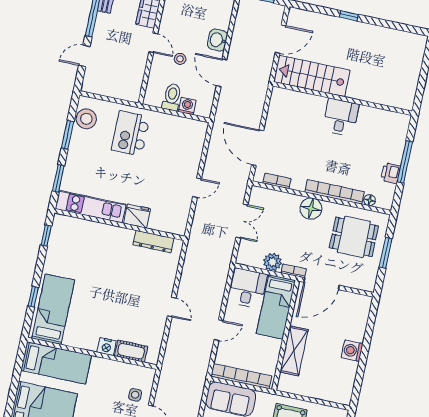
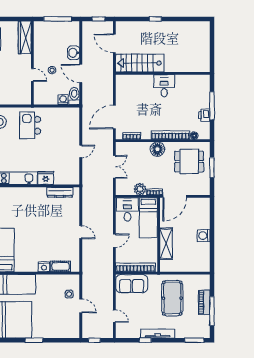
door: (281, 39) -> (114, 43), swing flipped
door: (153, 43) -> (32, 75), moved
toilet: (172, 97) -> (74, 96), moved
door: (257, 148) -> (114, 117), hinge flipped

